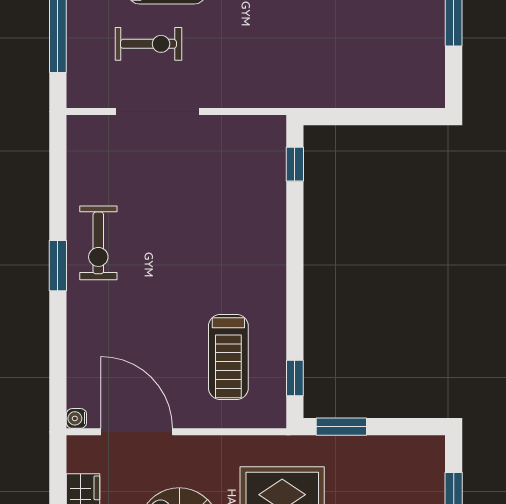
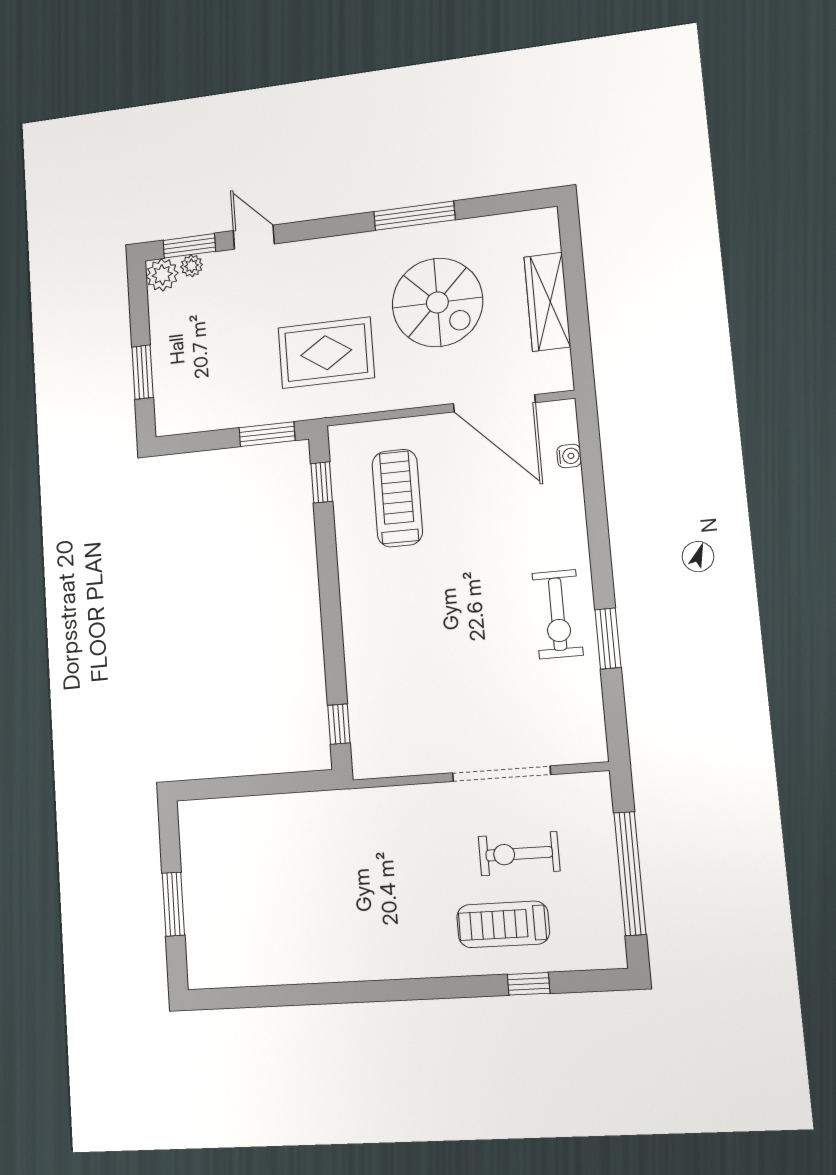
exercise bike: (98, 243) -> (558, 614), turned 180
window: (58, 266) -> (608, 639), moved
water cooler: (76, 418) -> (569, 456), moved

